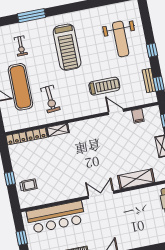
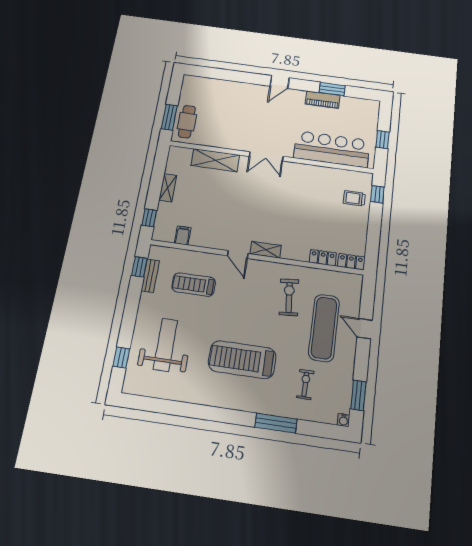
treadmill: (67, 47) -> (242, 360), turned -90
window: (152, 50) -> (121, 358), moved
treadmill: (104, 86) -> (194, 285), moved
door: (116, 112) -> (238, 255), moved
shelving: (58, 130) -> (266, 250), moved
window: (10, 178) -> (377, 194), moved

